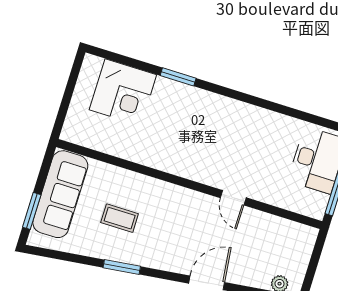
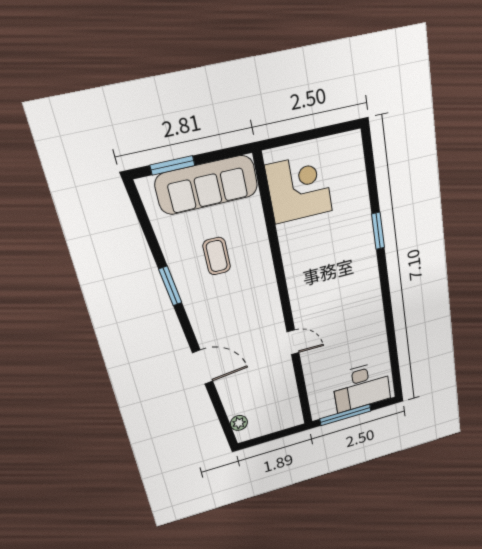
corner desk: (123, 92) -> (299, 188), moved, turned 180
door: (233, 198) -> (293, 342), swing flipped

